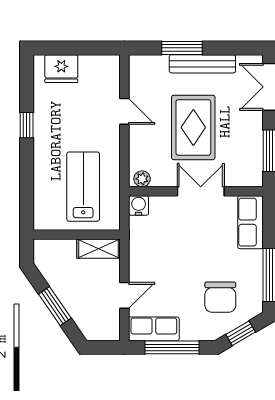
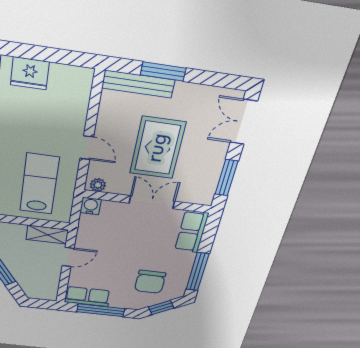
bench: (202, 64) -> (138, 84), moved
door: (124, 111) -> (87, 148), moved
door: (124, 295) -> (68, 257), moved

